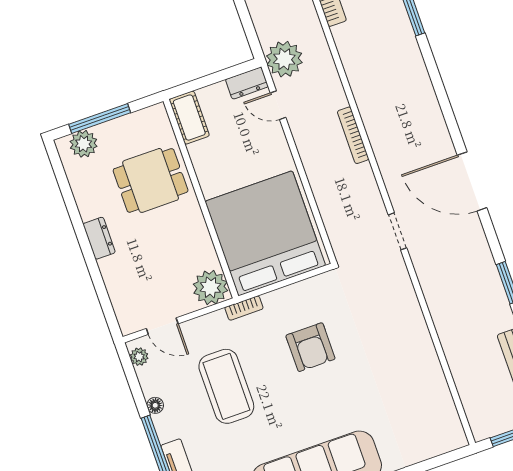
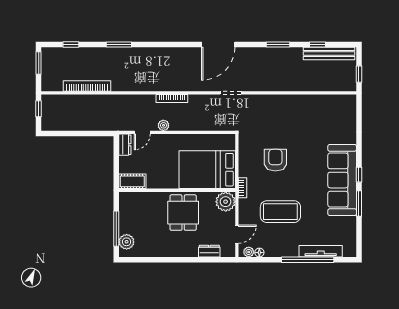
plant: (284, 59) -> (163, 125), moved, width x0.53, depth x0.53
dining table: (151, 180) -> (183, 213), moved
bed: (265, 233) -> (207, 170), width x0.73
dresser: (99, 238) -> (209, 251), moved
armchair: (310, 347) -> (275, 160), turned -90
floor lamp: (155, 405) -> (259, 253), moved

